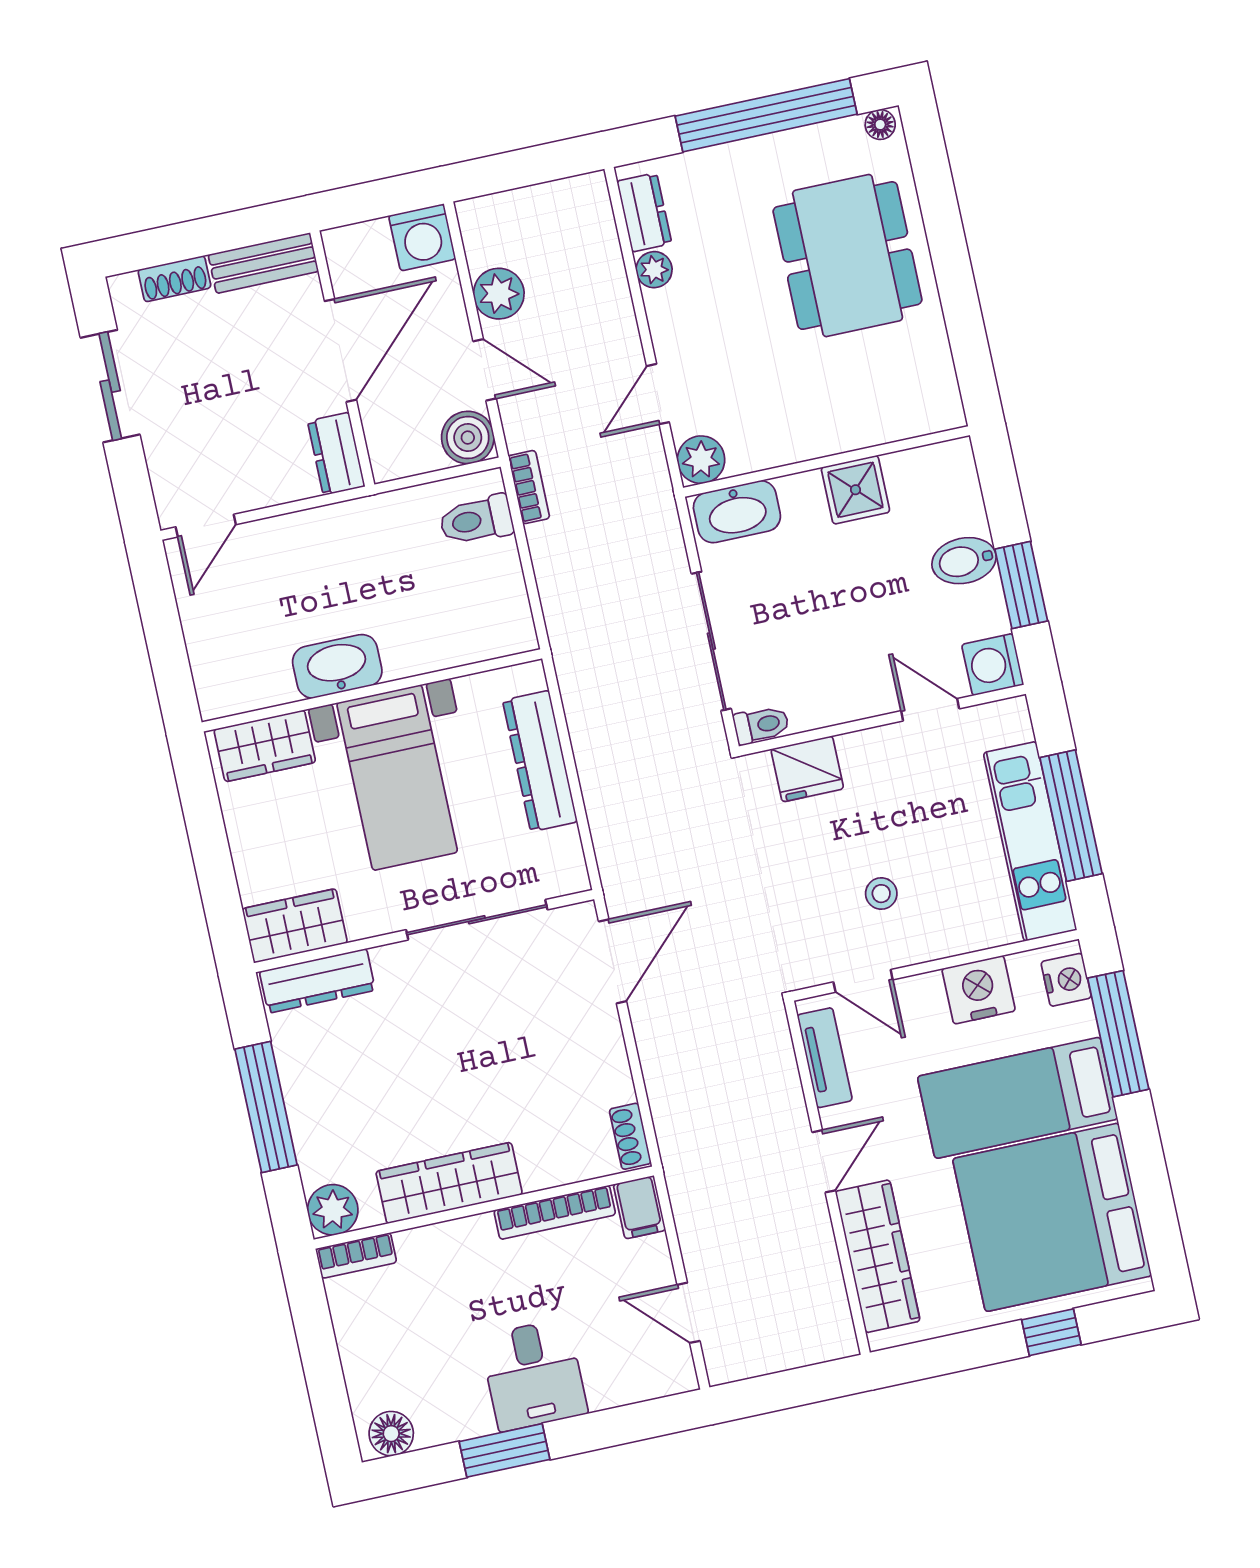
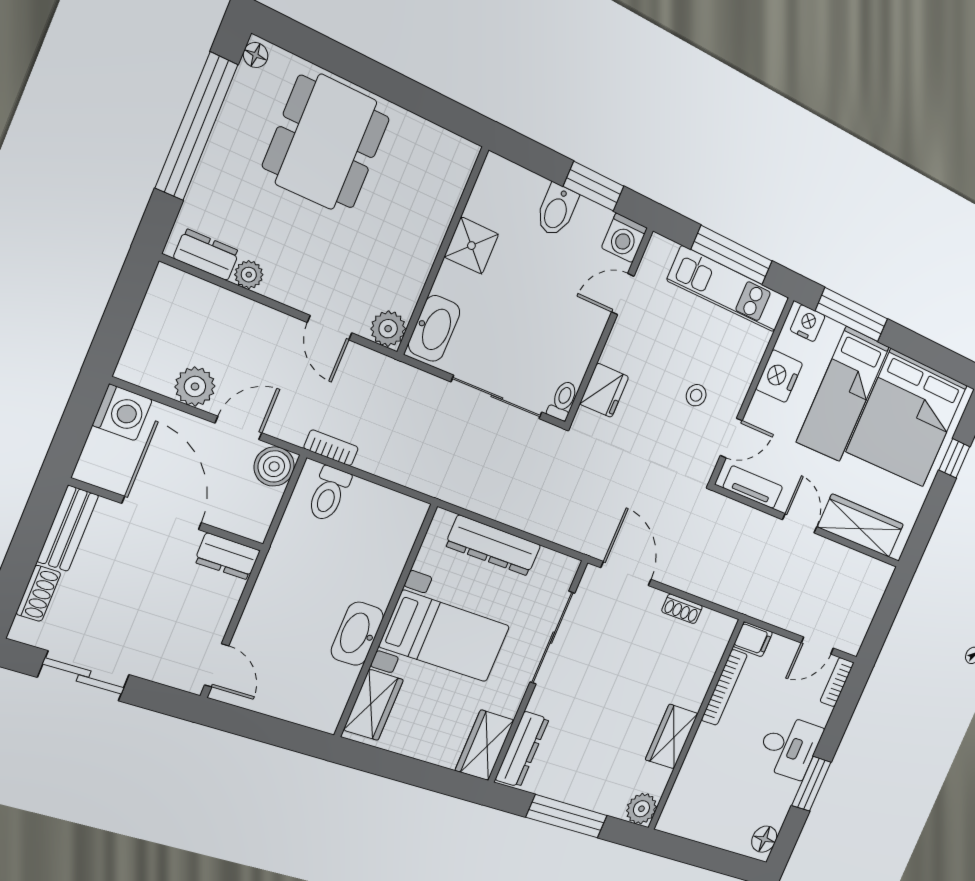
dining table: (848, 256) -> (326, 142), turned 90
shoe rack: (630, 1136) -> (682, 609), moved
wardrobe: (449, 1183) -> (672, 737), width x0.67
bookcase: (356, 1256) -> (837, 682), moved, turned 180

